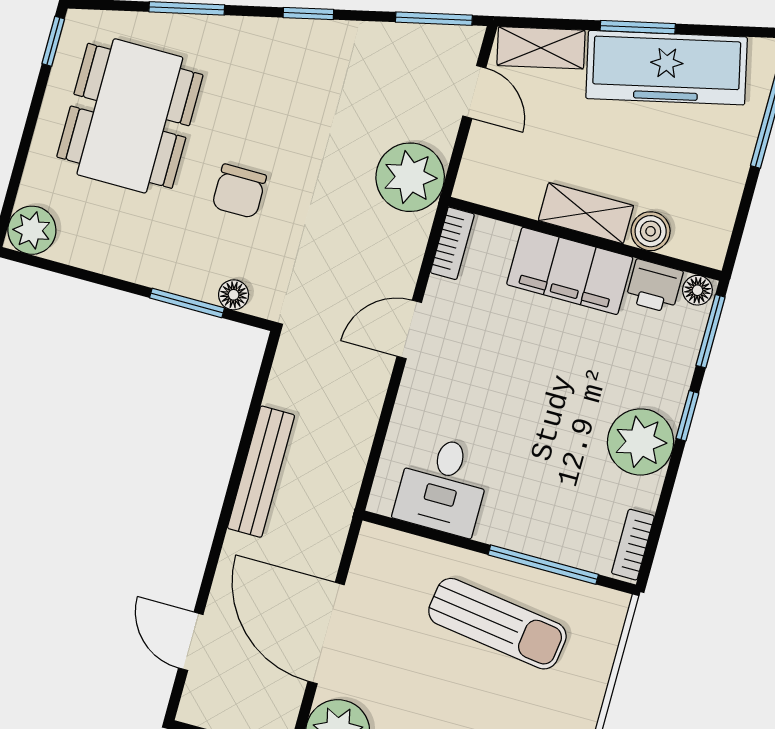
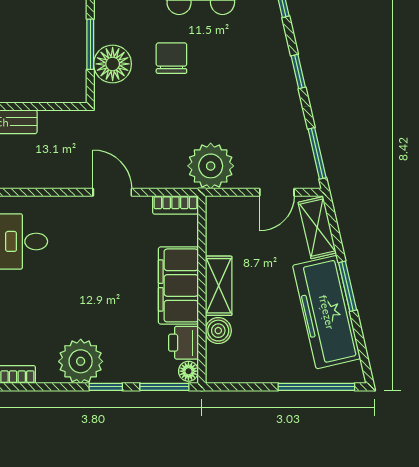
chair: (239, 191) -> (171, 58), turned 90
floor lamp: (234, 295) -> (113, 64), width x1.89, depth x1.89

